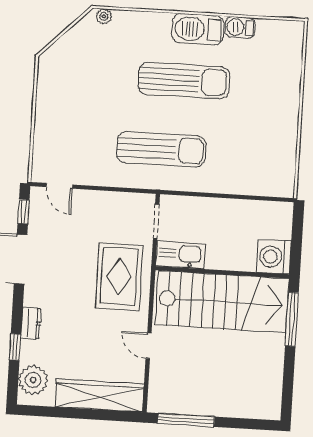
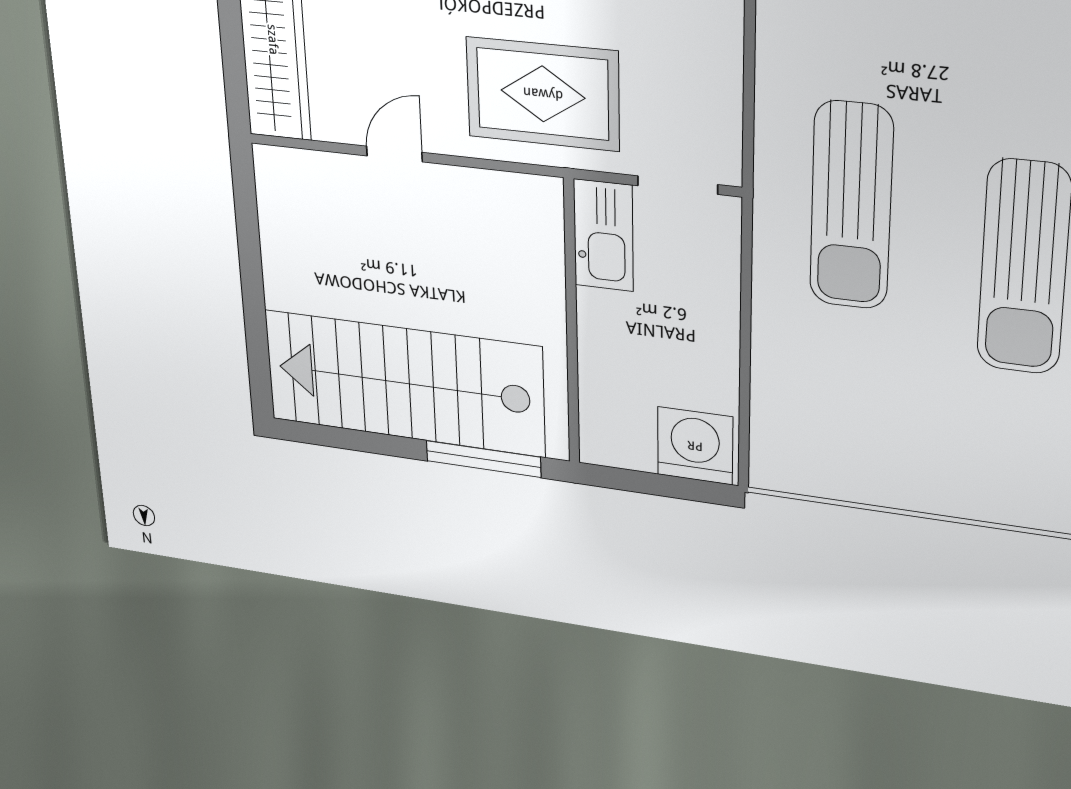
washing machine: (274, 257) -> (695, 446), moved
stairs: (222, 302) -> (404, 383), moved, turned 90
window: (186, 420) -> (247, 227), removed

